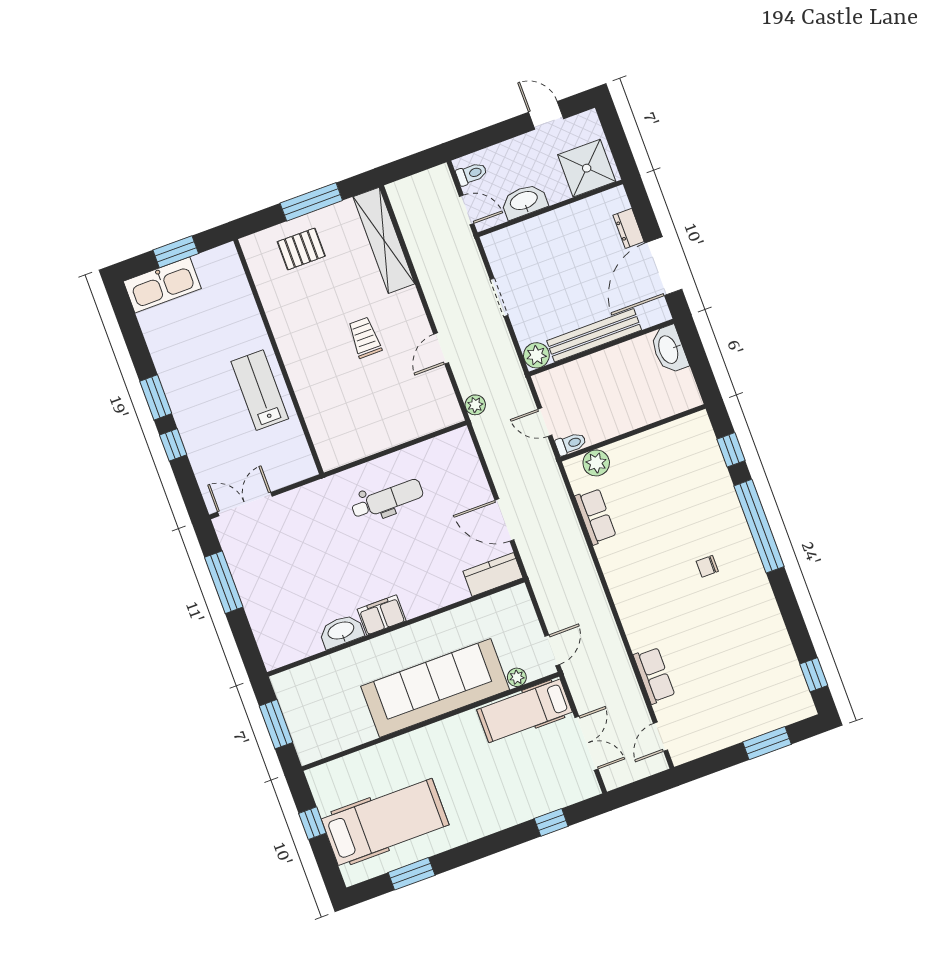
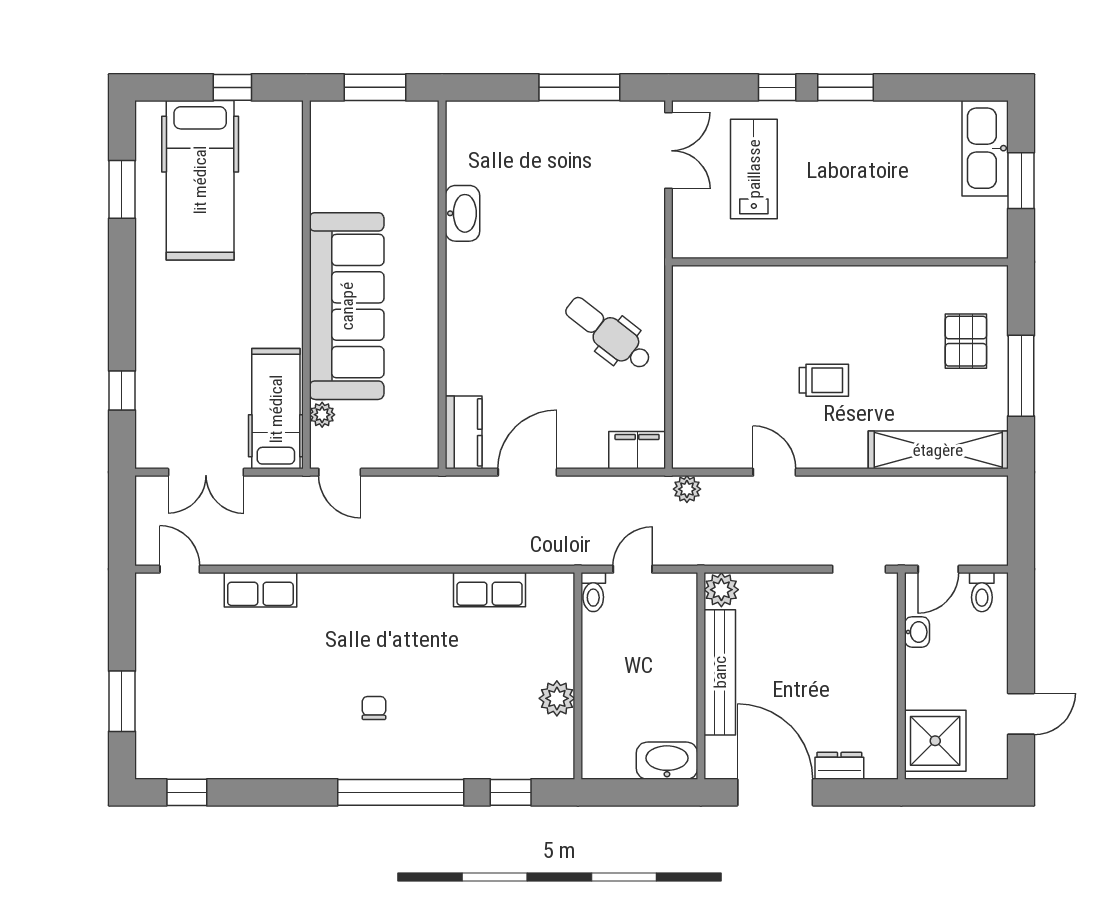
washbasin: (524, 201) -> (917, 632), width x0.52, depth x0.69
doorway: (499, 297) -> (859, 569), moved
lab bench: (260, 390) -> (754, 169), moved, turned -90
plant: (596, 463) -> (557, 698), moved
dental chair: (387, 499) -> (608, 333), turned 128
filing cabinet: (382, 615) -> (637, 450), moved, turned -90

